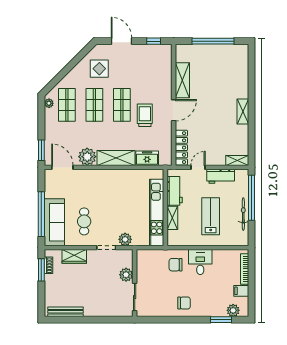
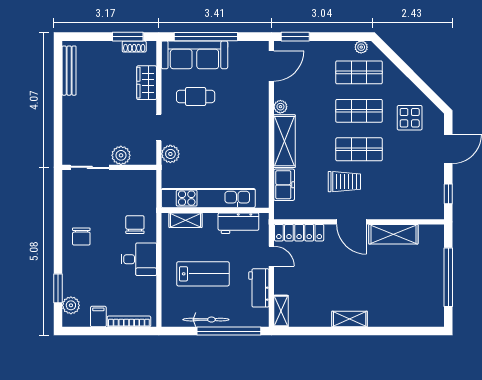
plant: (87, 157) -> (280, 107), width x0.53, depth x0.53
shelving: (172, 218) -> (186, 220), moved

